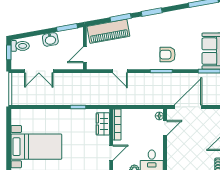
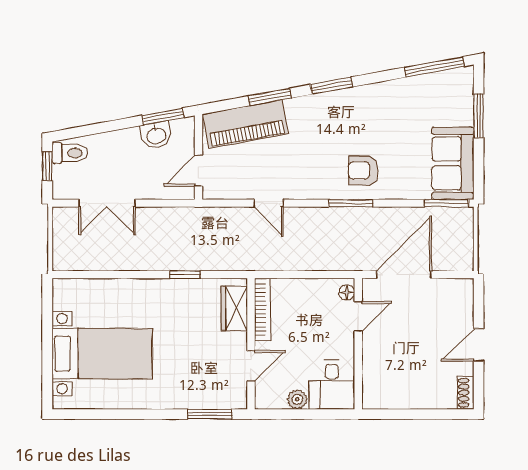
washbasin: (50, 39) -> (156, 135), moved

